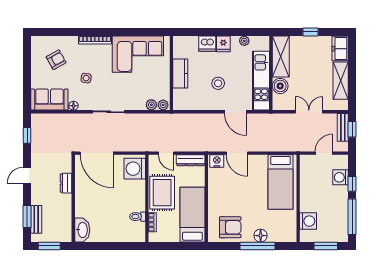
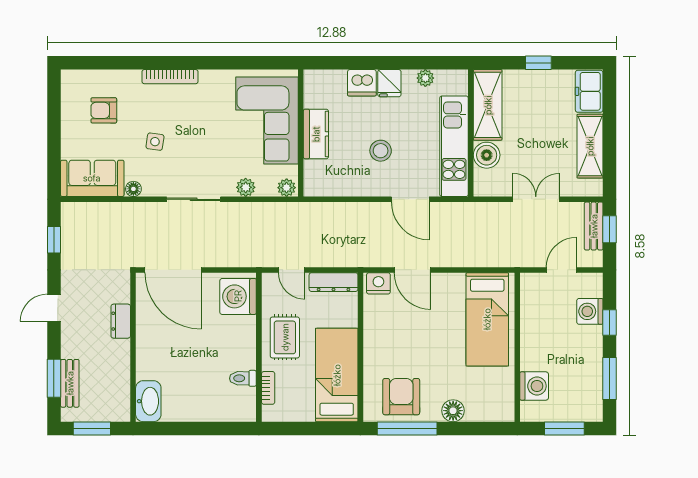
corner sofa: (138, 54) -> (267, 121), moved, turned 90
armchair: (56, 60) -> (104, 110), turned -151
plant: (151, 105) -> (246, 187), moved
rug: (162, 193) -> (285, 337), width x0.73, depth x0.70
window: (352, 217) -> (609, 379), width x0.69
armchair: (230, 227) -> (401, 397), turned -90
window: (258, 246) -> (407, 428), moved

